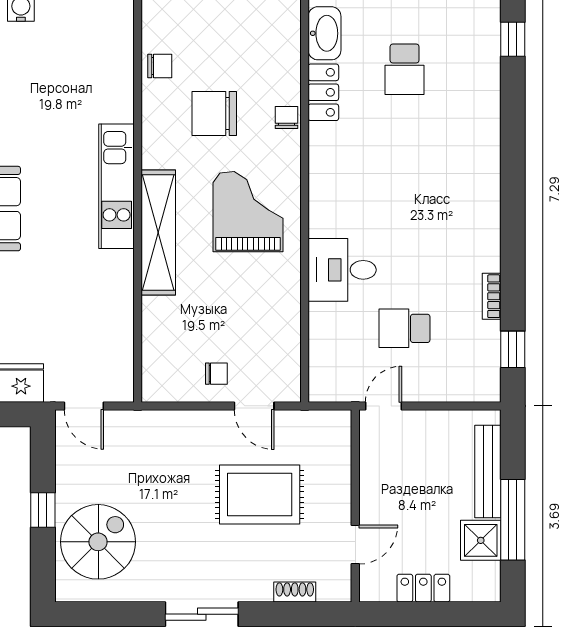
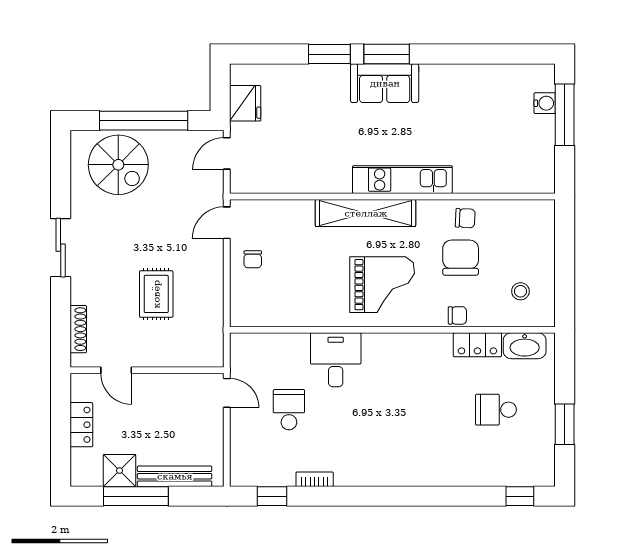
stool: (256, 38) -> (520, 291), added
chair: (160, 66) -> (465, 218), moved, turned -87
door: (254, 406) -> (227, 223), moved
rug: (260, 494) -> (156, 294), width x0.73, depth x0.70
window: (43, 510) -> (144, 121), width x3.17
shoe rack: (295, 592) -> (78, 329), width x1.43

